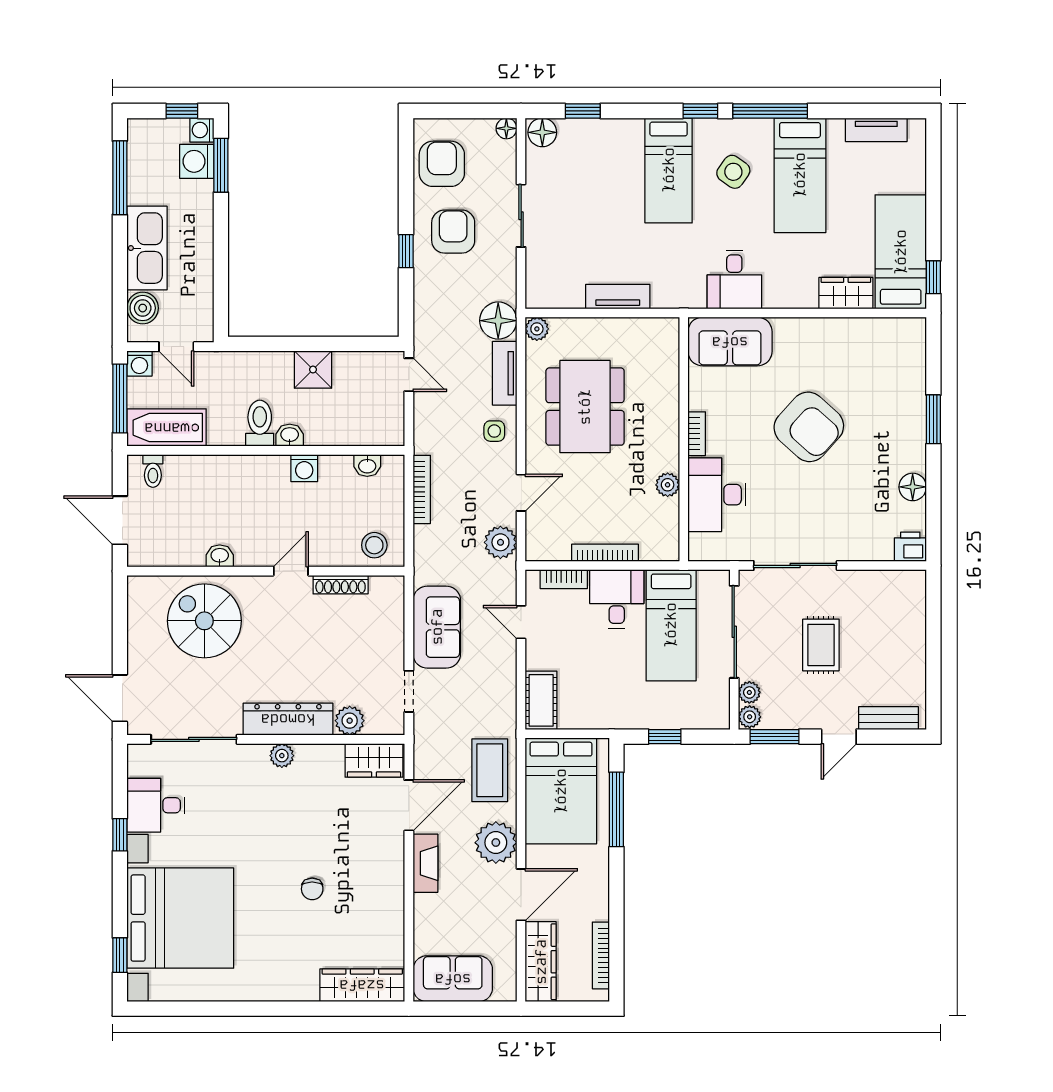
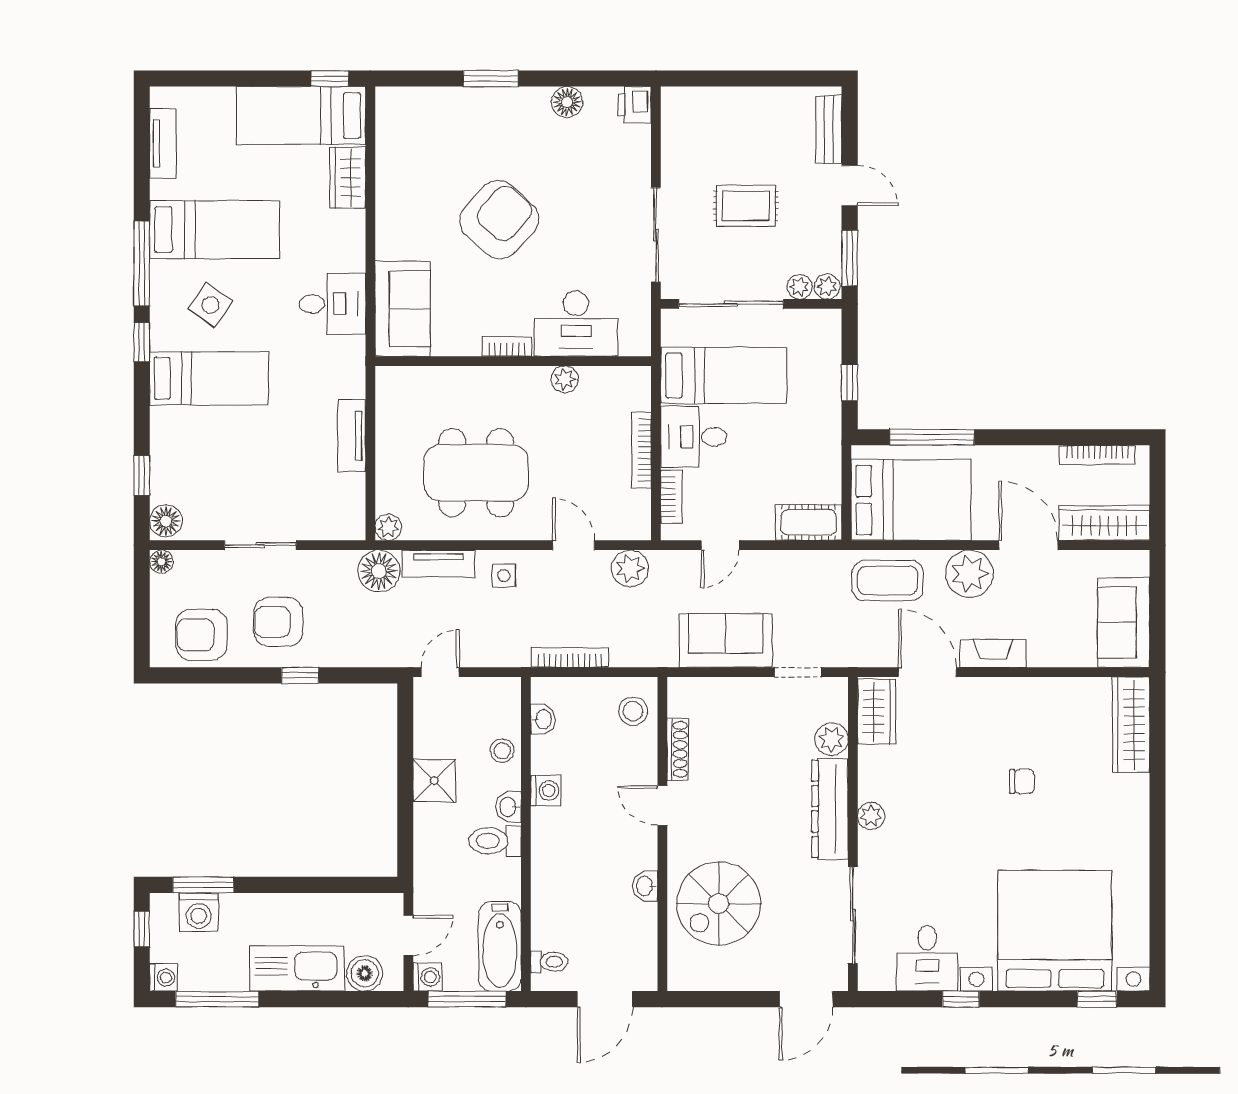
washing machine: (202, 130) -> (163, 978), moved, turned -90
stool: (339, 430) -> (502, 751), added

